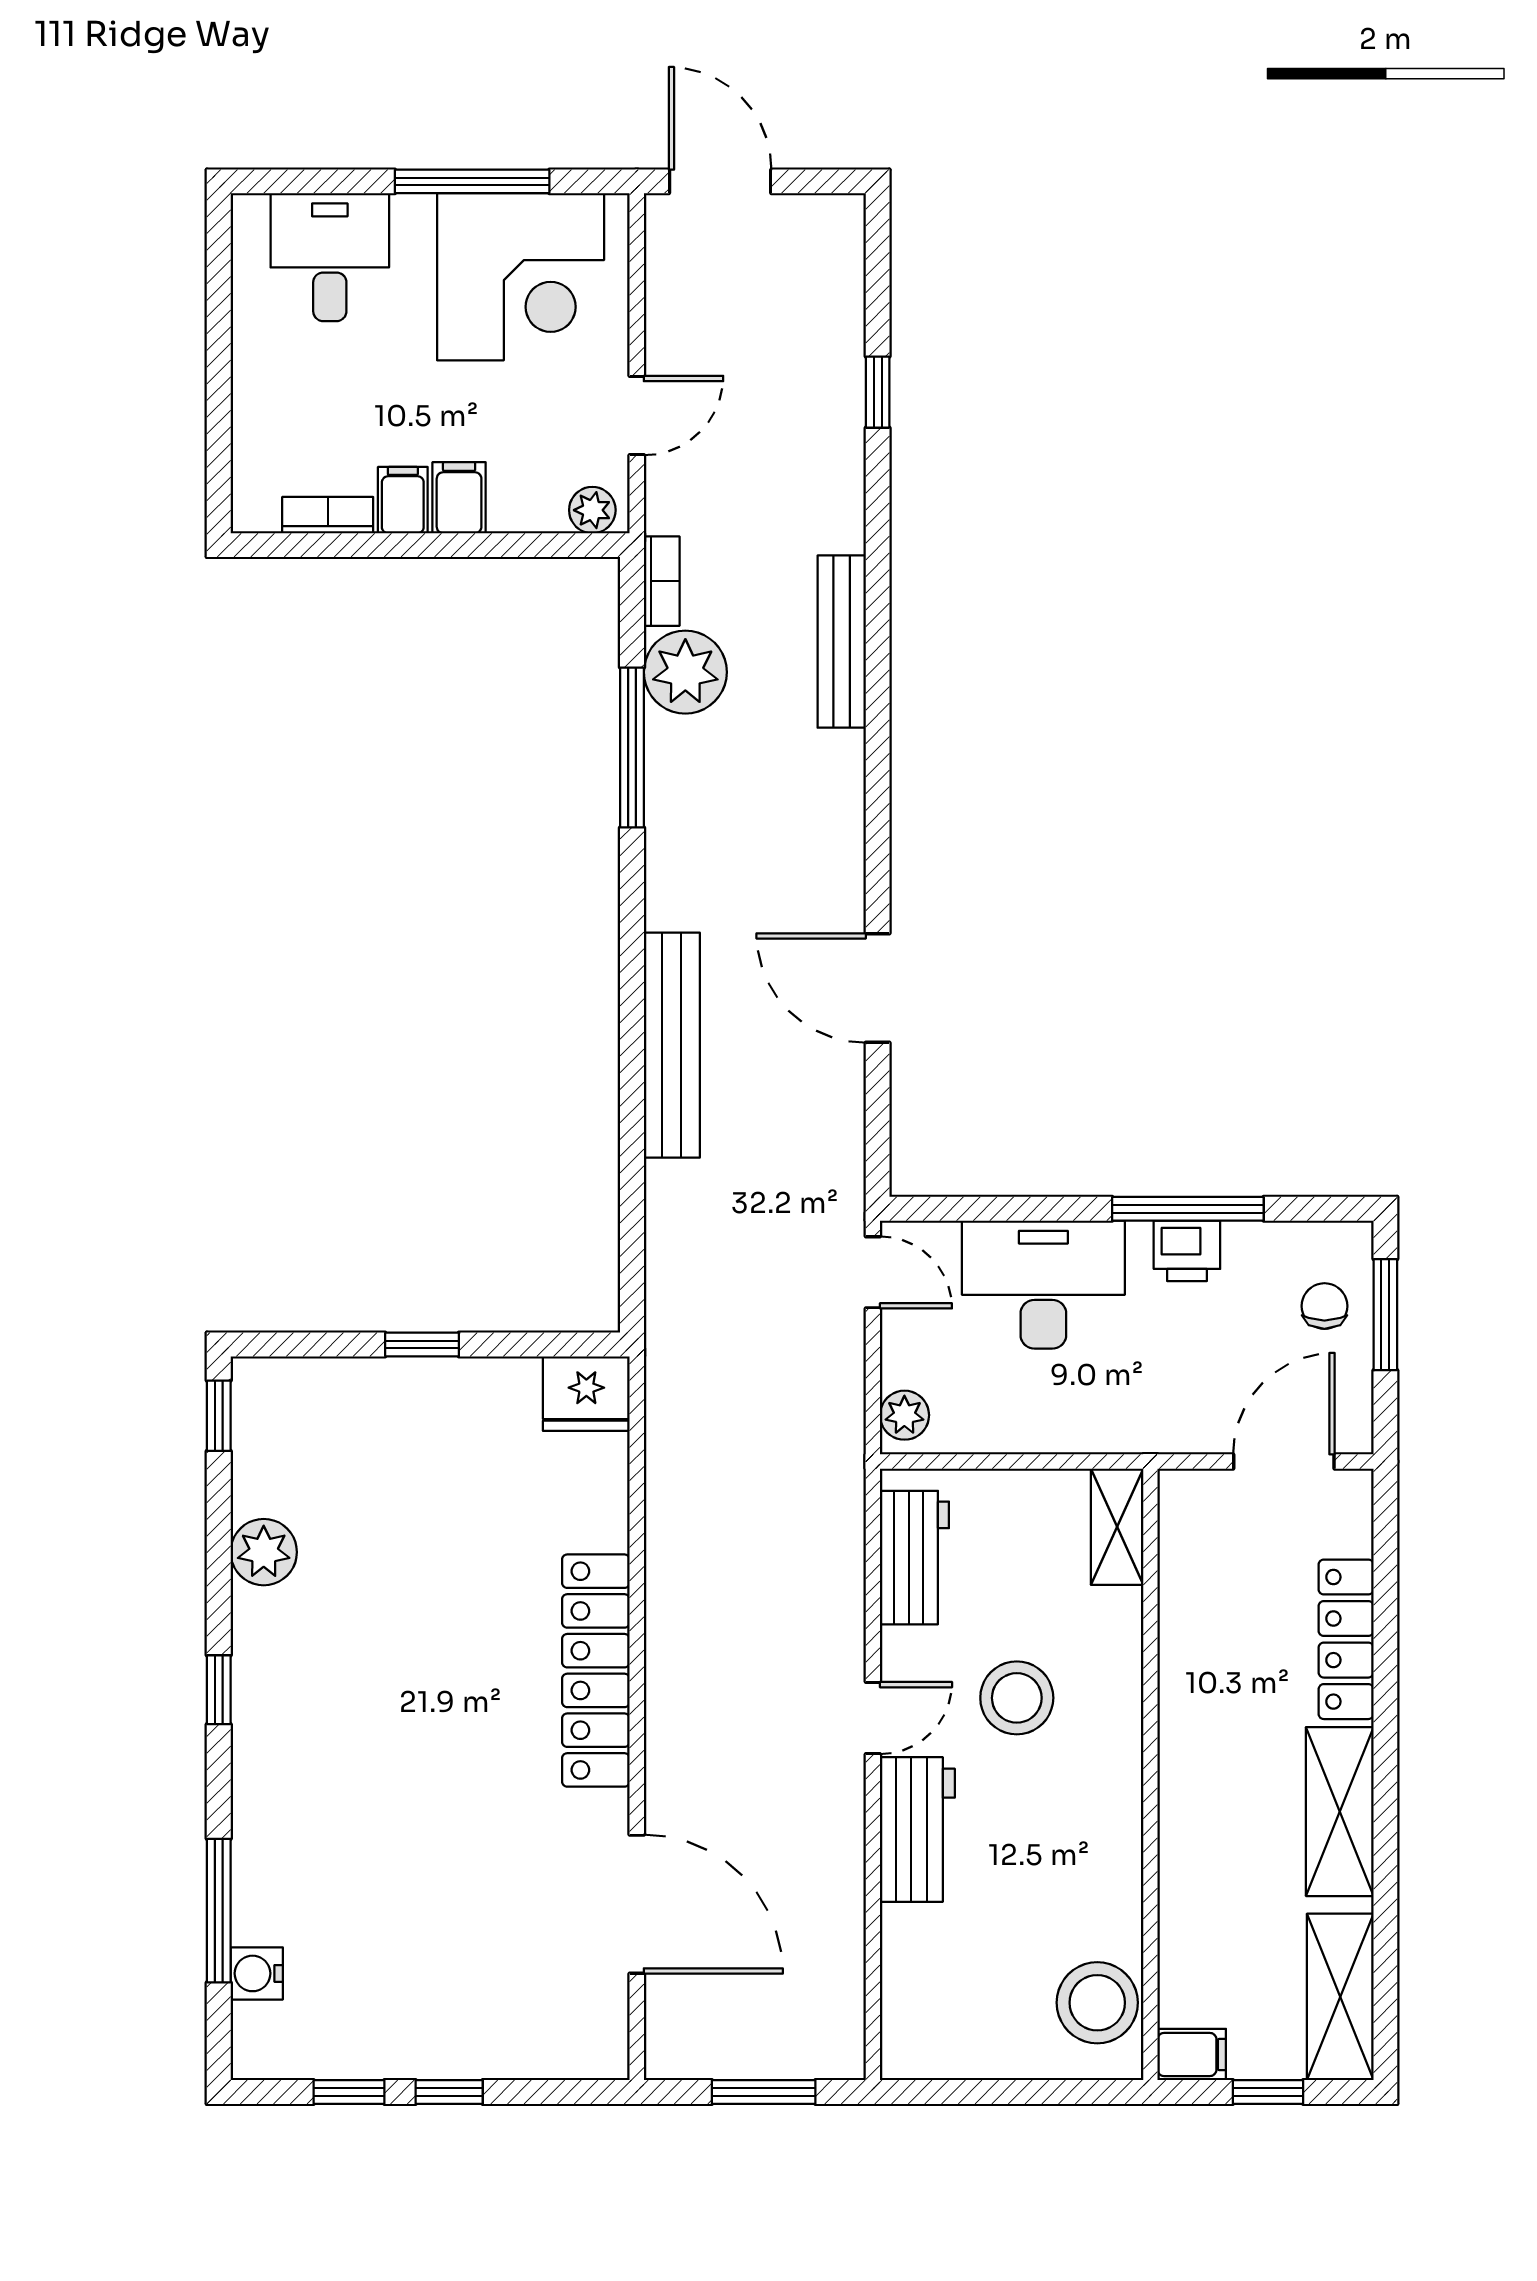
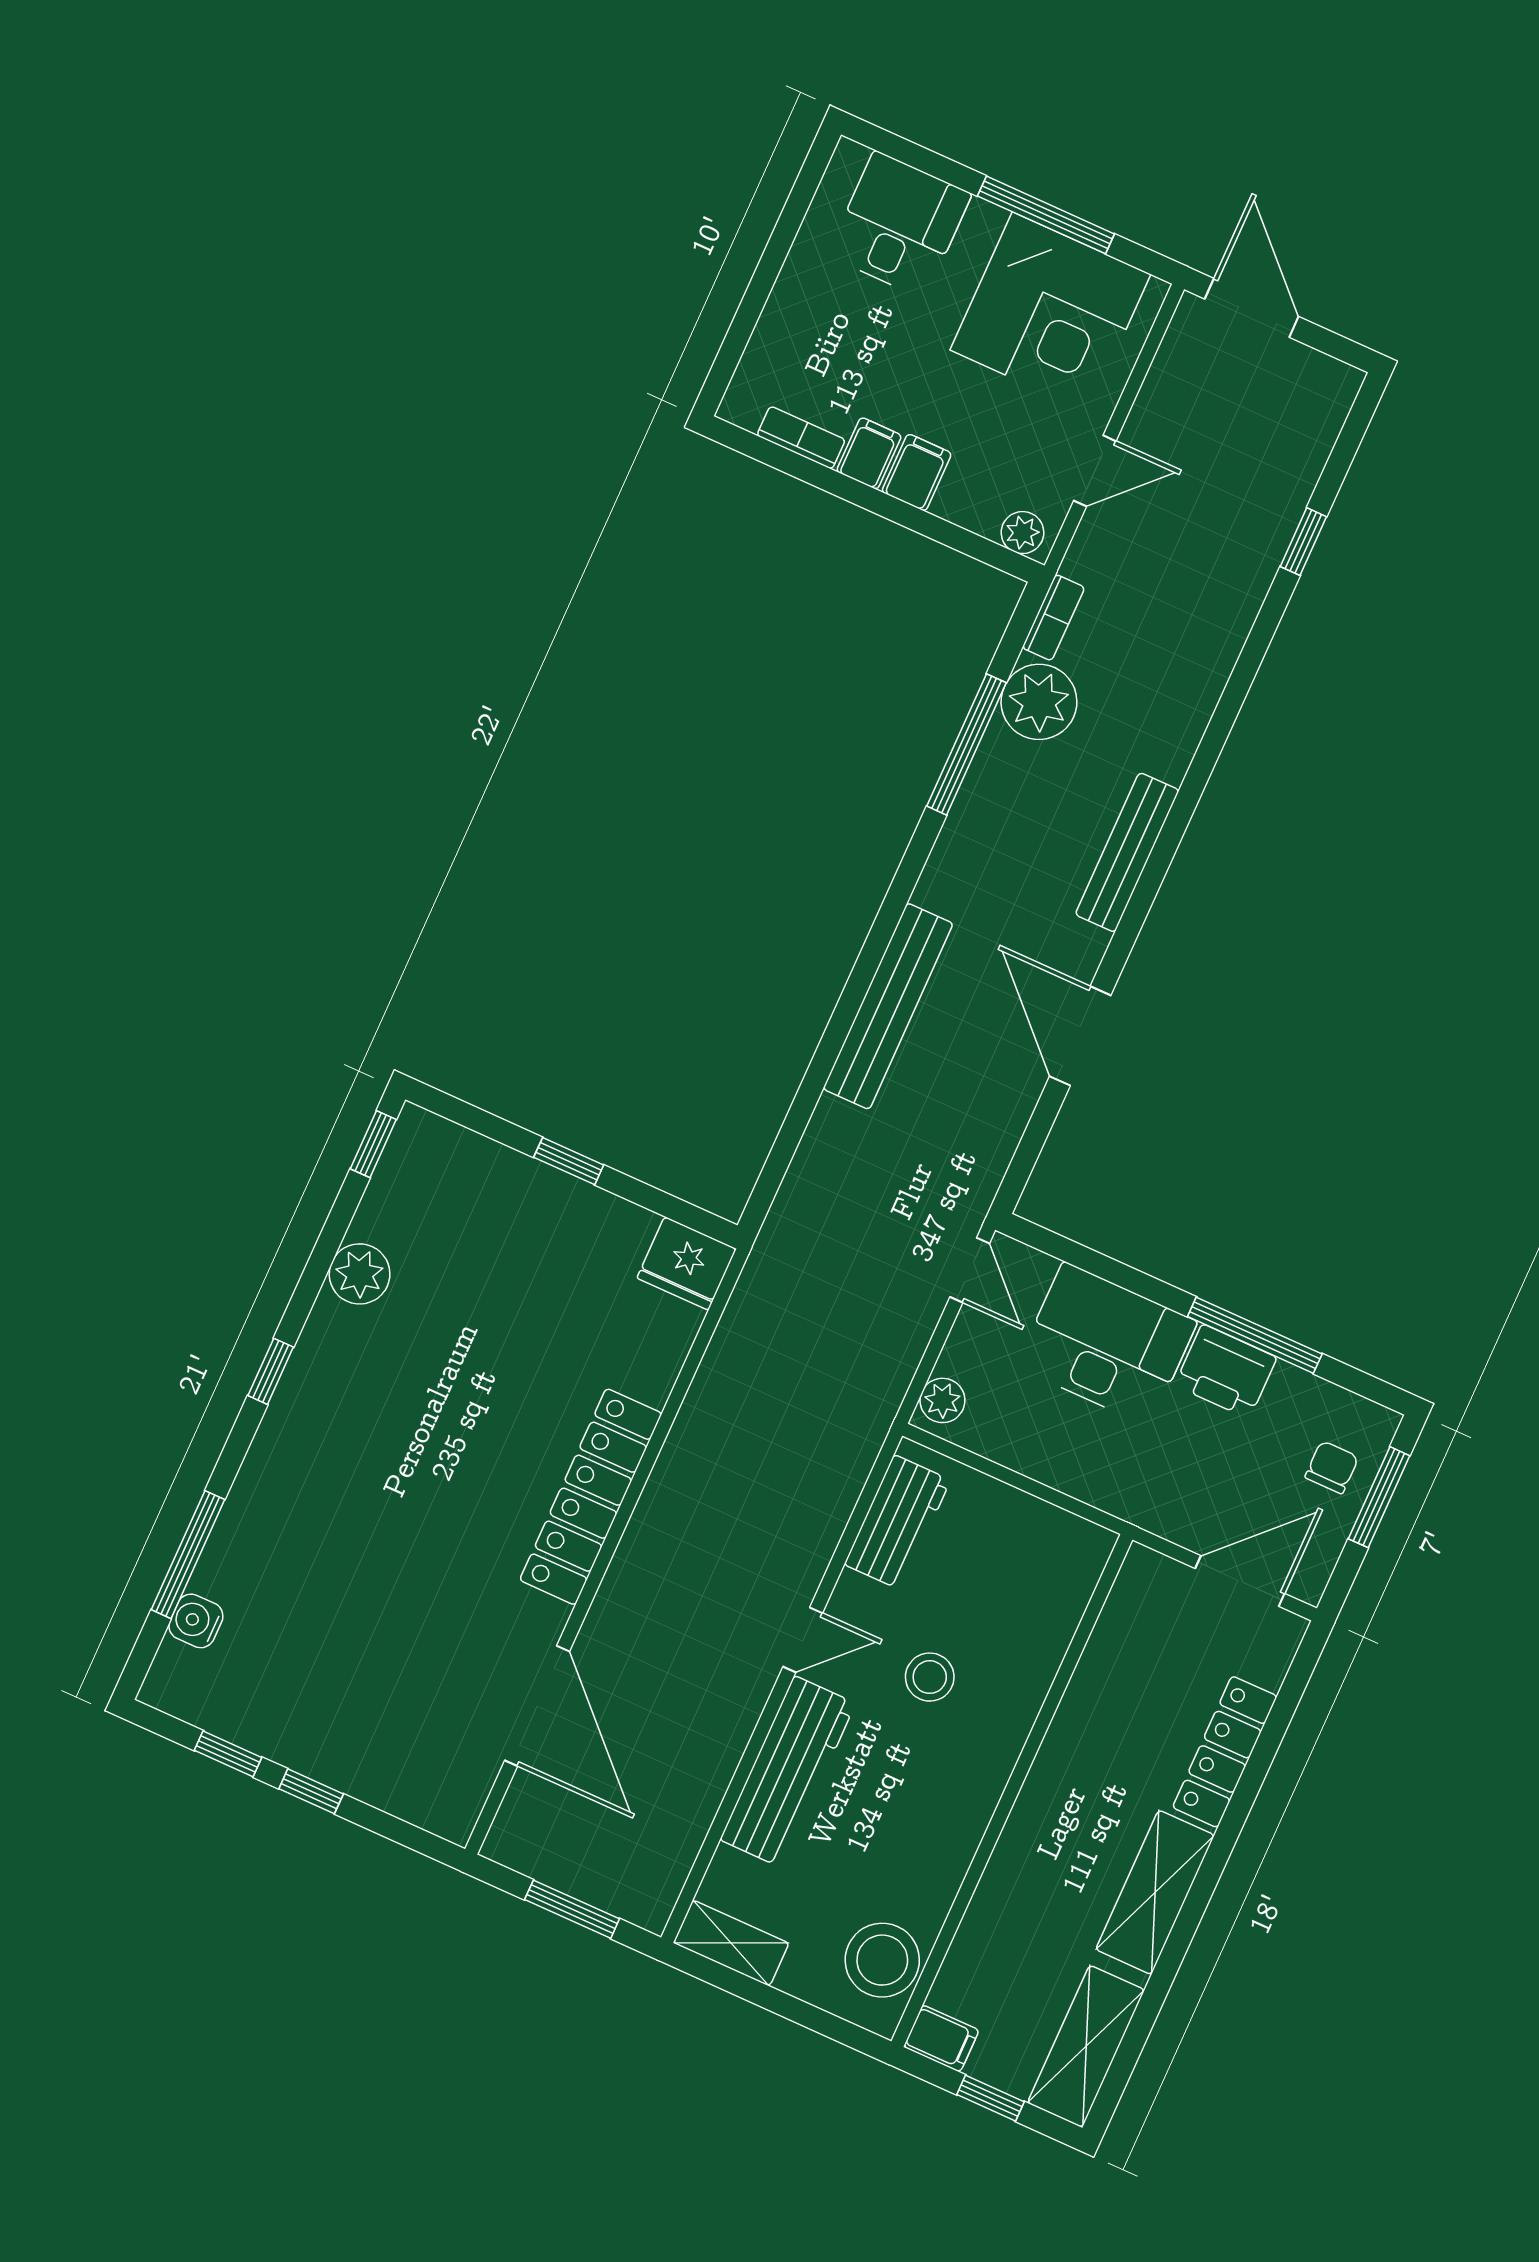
bench: (842, 642) -> (1127, 852), moved
printer: (1187, 1251) -> (1226, 1371), width x1.36, depth x1.24
shelving: (1117, 1527) -> (731, 1943), moved, turned 90
stool: (1017, 1698) -> (930, 1677), width x0.73, depth x0.73
workbench: (917, 1829) -> (788, 1771), width x1.38

